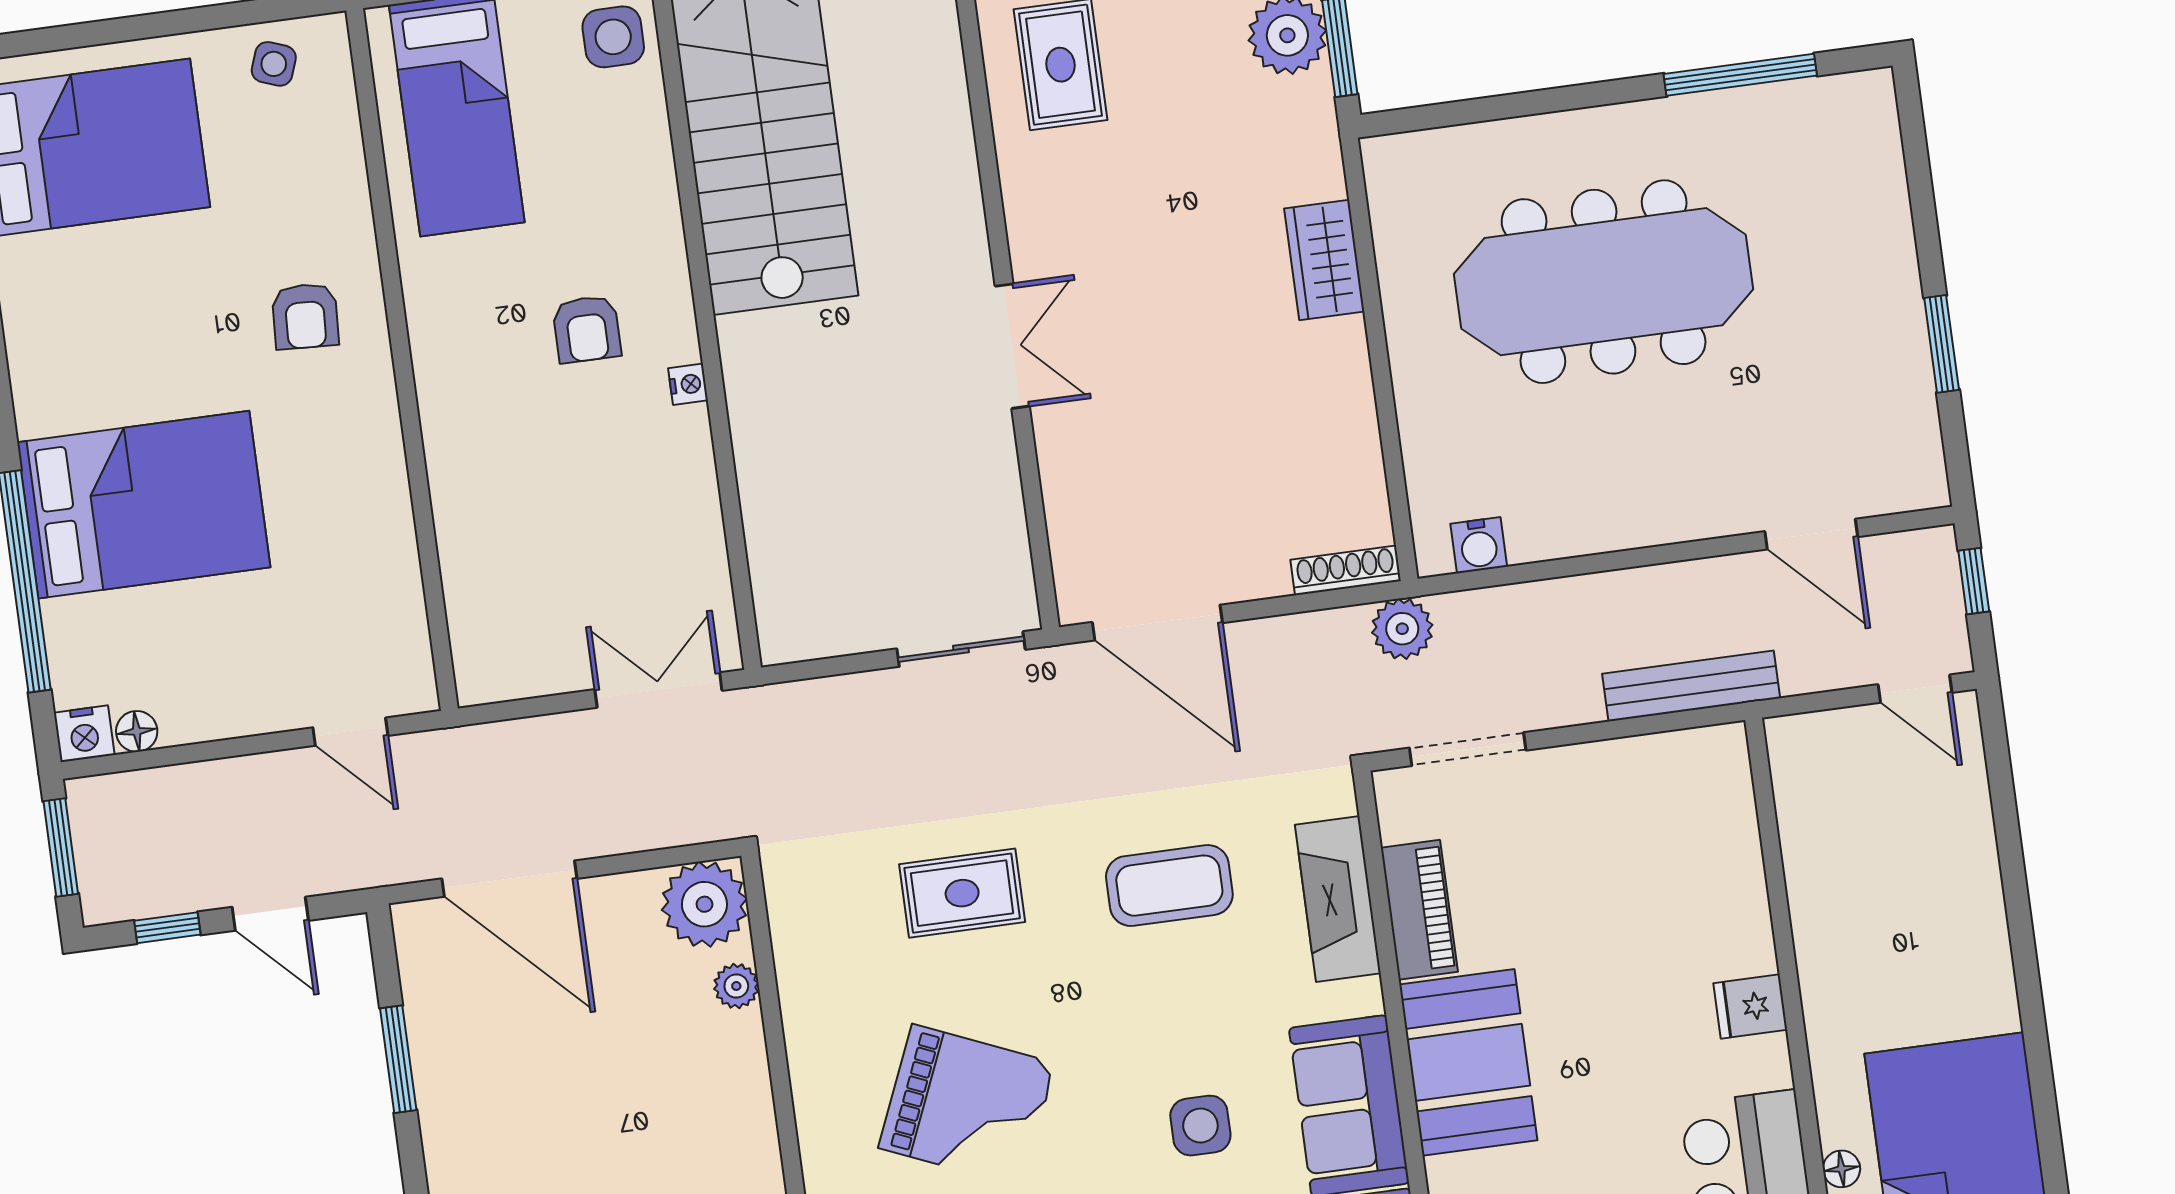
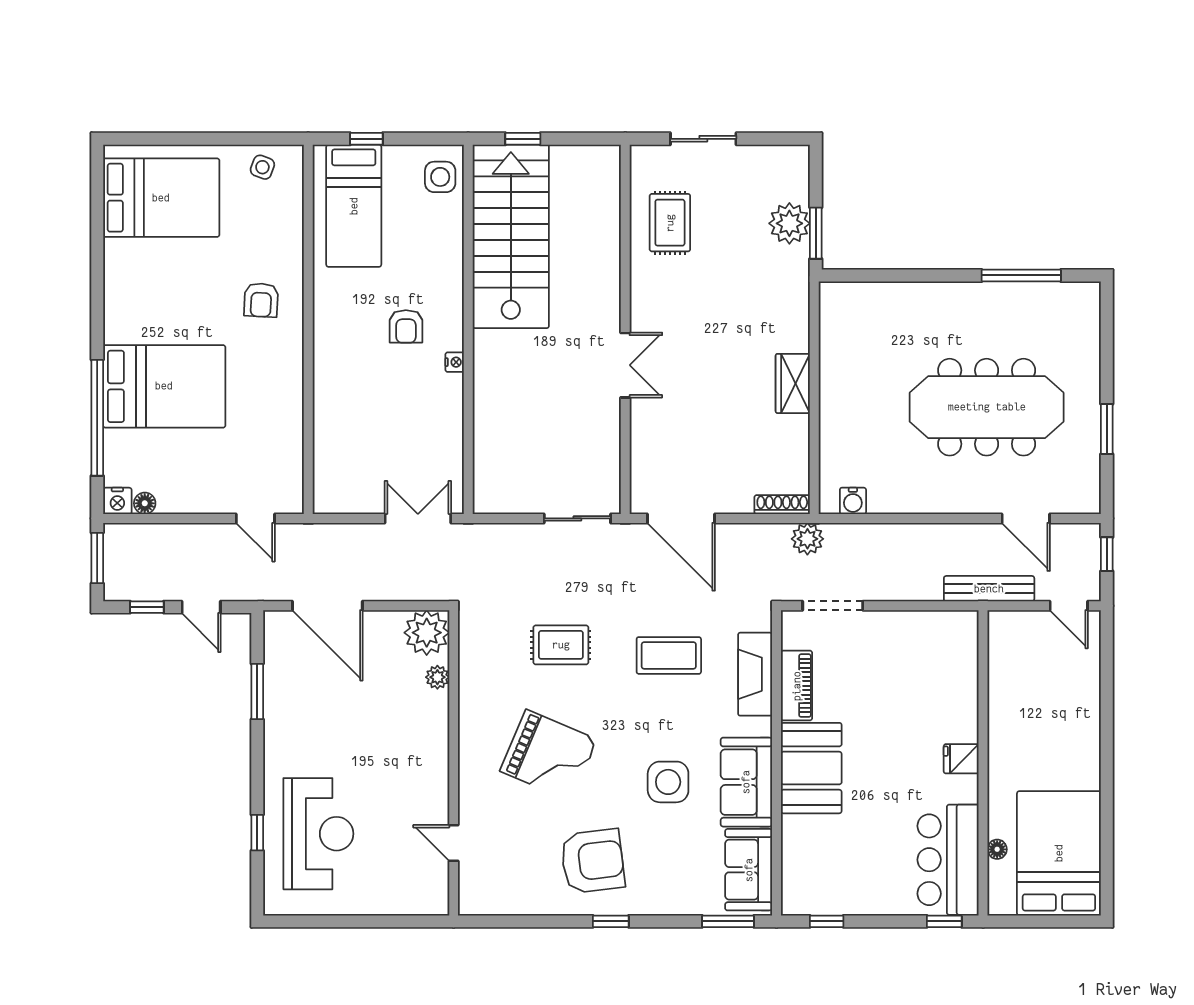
wardrobe: (1324, 260) -> (793, 383), moved
meeting table: (1604, 282) -> (987, 407), moved
bench: (1691, 686) -> (989, 589), moved
side table: (1200, 1126) -> (668, 782), width x1.37, depth x1.37

